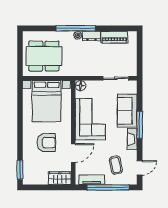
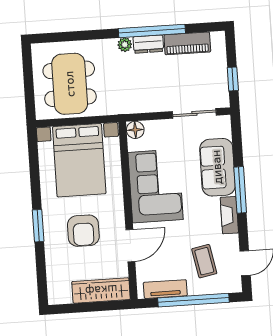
window: (76, 28) -> (152, 31), moved
dining table: (44, 56) -> (70, 84), turned 90
window: (140, 60) -> (233, 79), added
armchair: (46, 143) -> (83, 231), turned 90
window: (20, 170) -> (38, 226), moved
wardrobe: (60, 178) -> (101, 290), width x1.50

